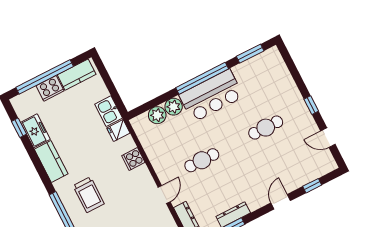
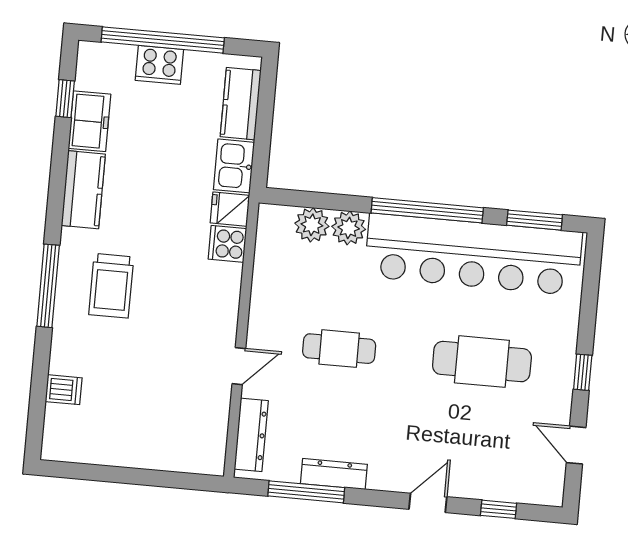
kitchen counter: (77, 75) -> (241, 104), moved, turned 90
bar counter: (211, 96) -> (473, 254), width x1.86
cafe table: (266, 128) -> (482, 362), width x1.37, depth x1.35
cooker: (133, 159) -> (227, 244), moved

